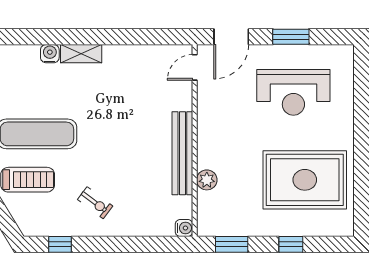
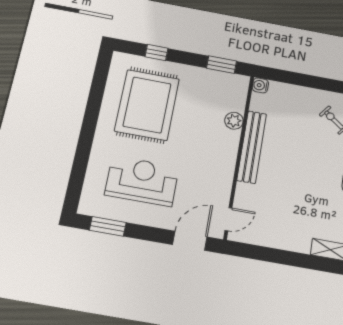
window: (291, 37) -> (108, 226), moved
rug: (305, 180) -> (147, 105), turned 90
window: (291, 244) -> (157, 52), moved

